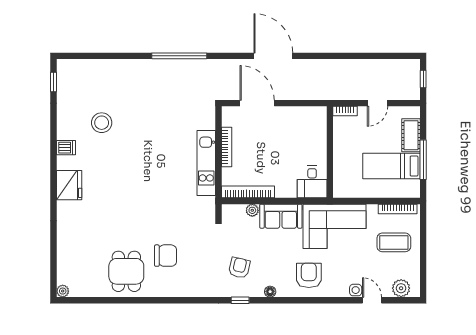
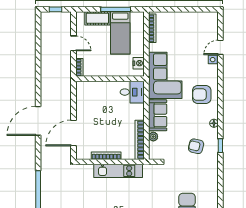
nightstand: (351, 191) -> (139, 63), added
coffee table: (394, 242) -> (177, 31), removed
plant: (401, 288) -> (211, 26), removed

